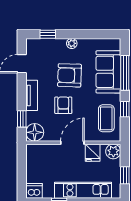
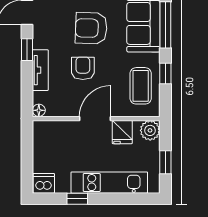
tv unit: (32, 95) -> (40, 70), moved
window: (22, 119) -> (27, 50), moved
floor lamp: (35, 132) -> (39, 110), width x0.53, depth x0.53

